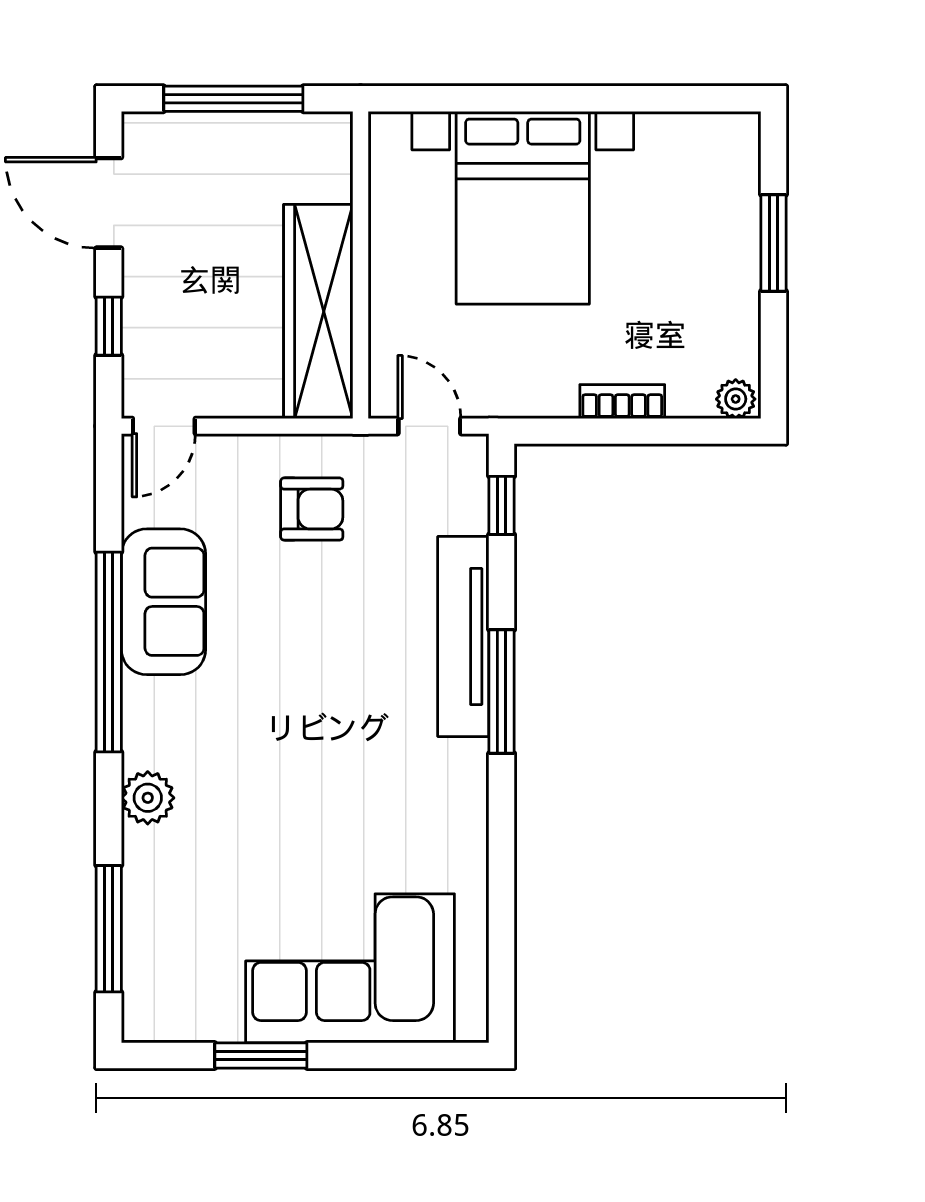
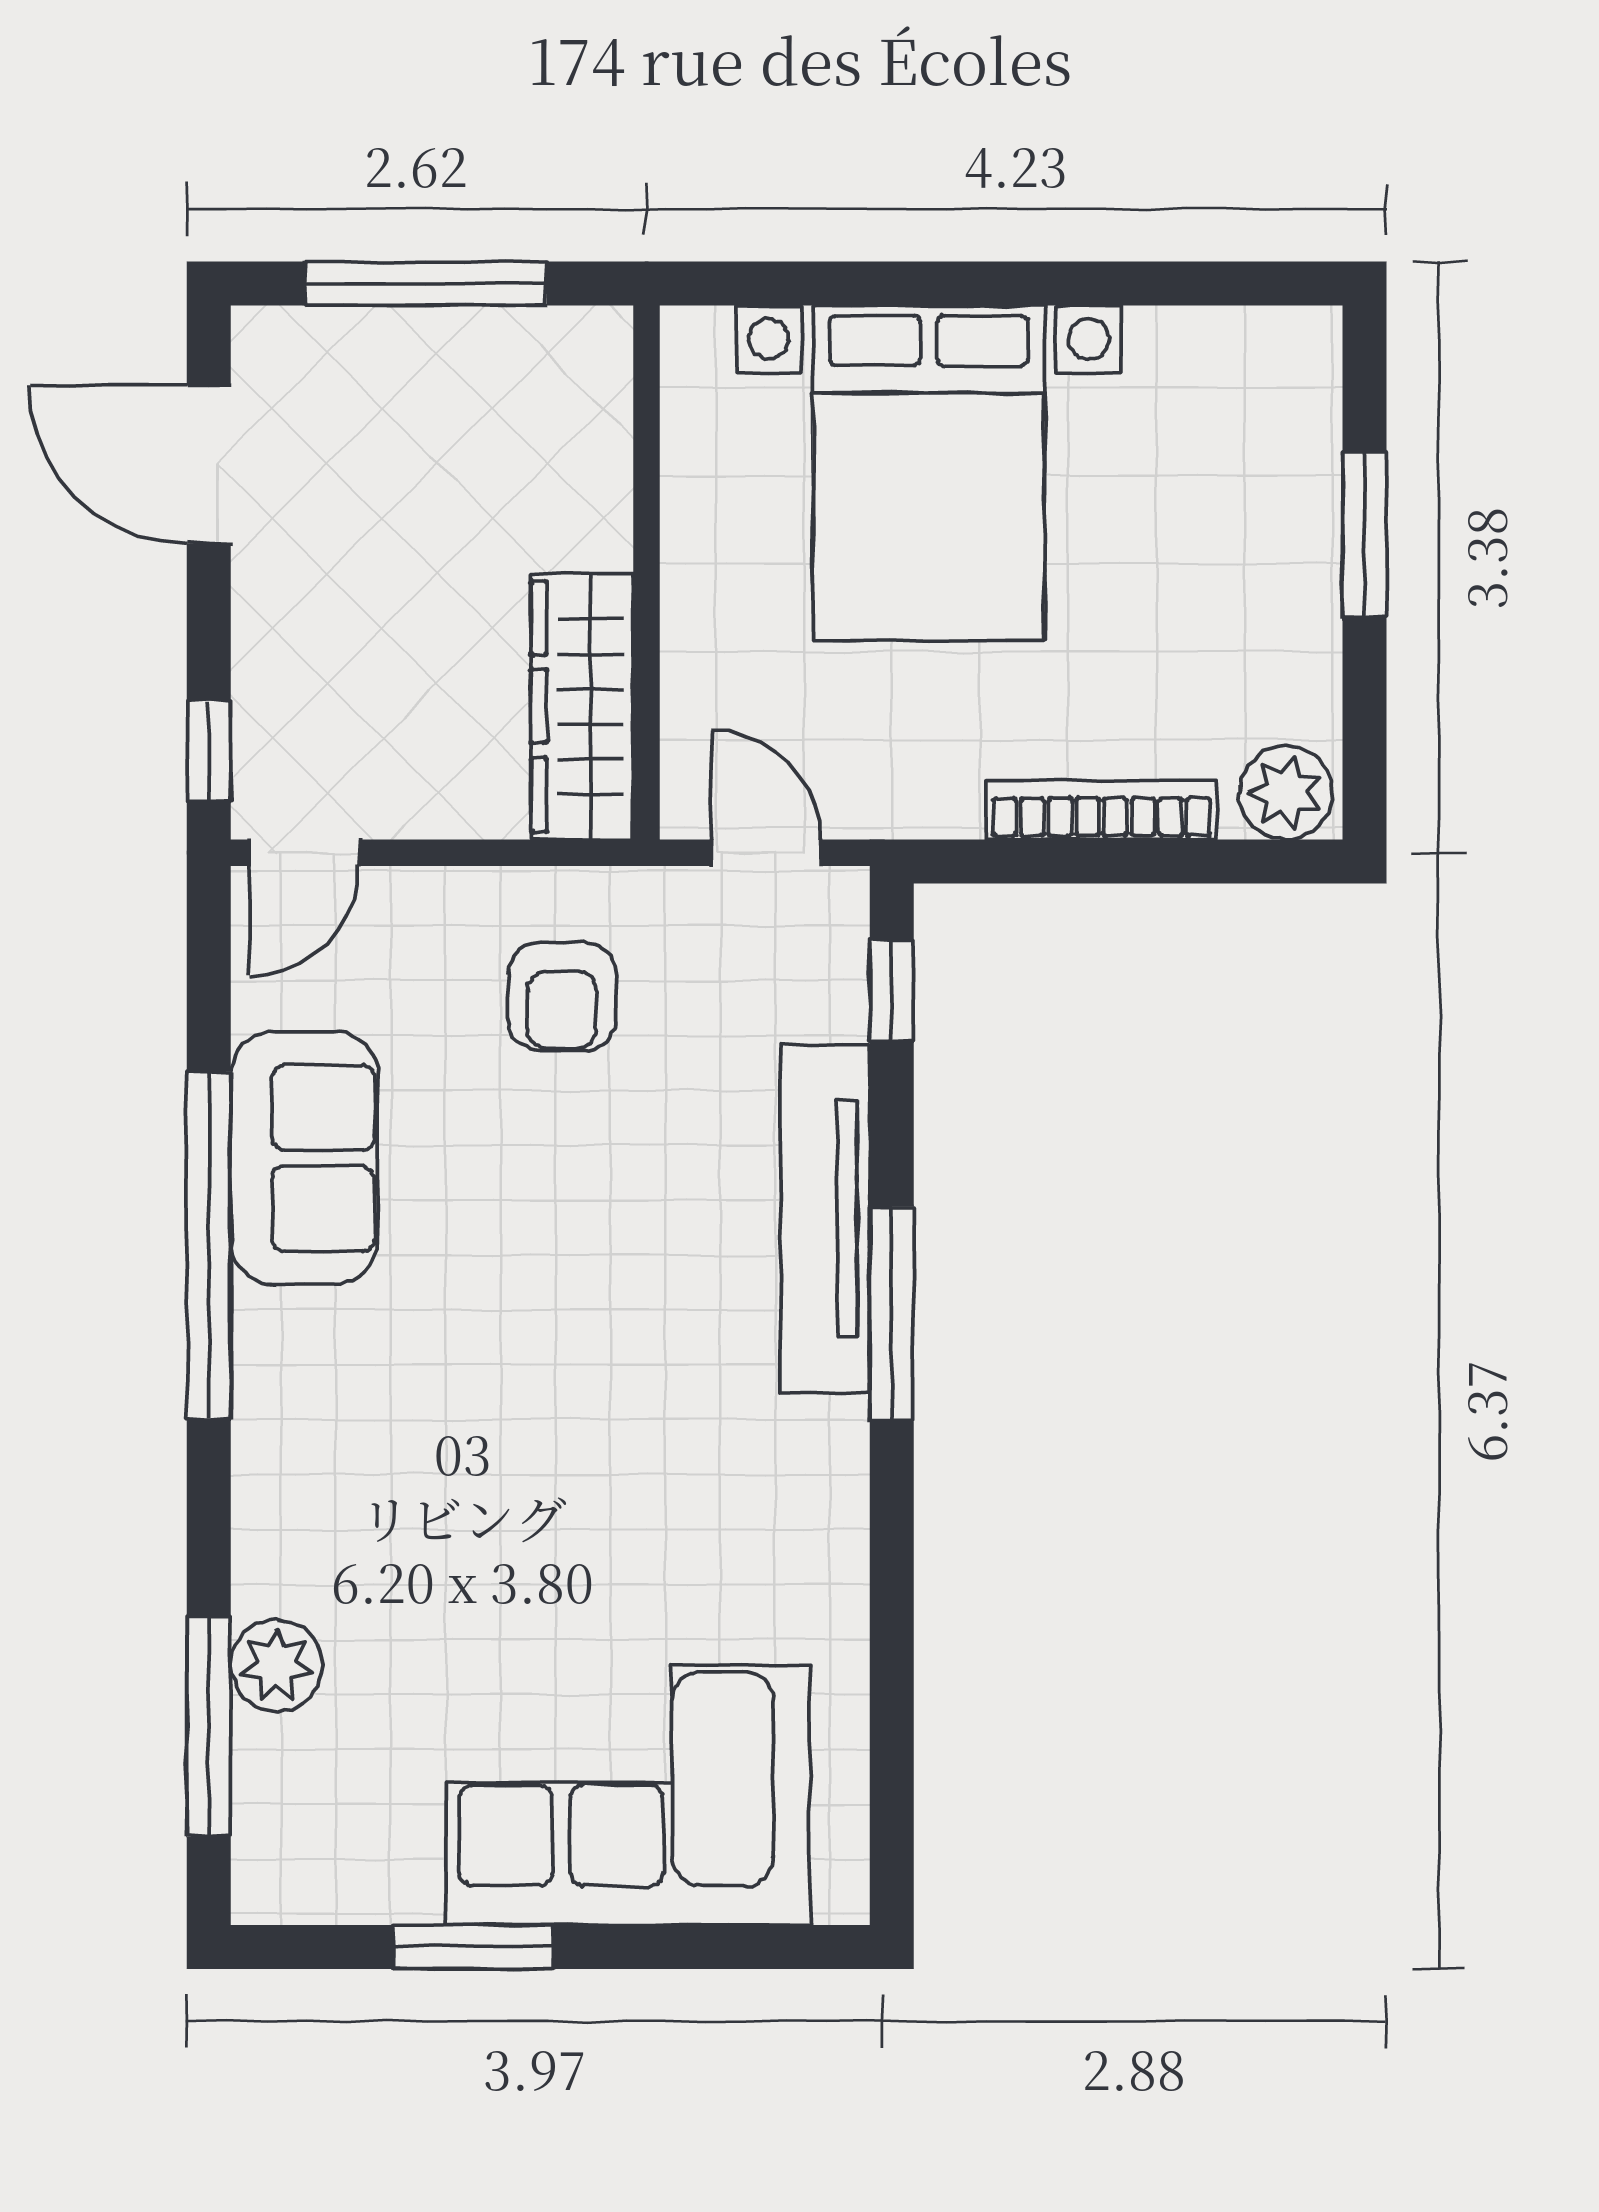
wardrobe: (318, 311) -> (582, 706), width x0.71, depth x0.85
window: (109, 326) -> (209, 751), moved
plant: (736, 399) -> (1286, 793), width x1.38, depth x1.38
bookcase: (622, 402) -> (1102, 810), width x1.56
armchair: (312, 509) -> (562, 997), turned 90
plant: (148, 798) -> (277, 1665), moved

